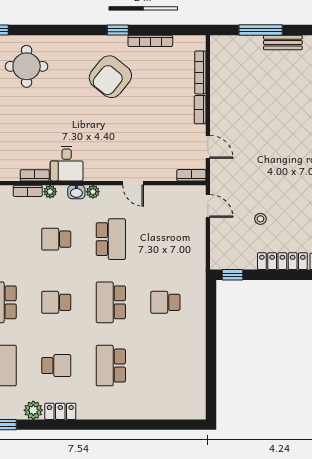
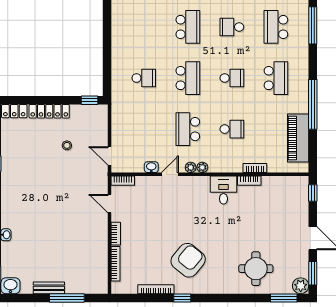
door: (133, 183) -> (170, 174), hinge flipped
plant: (50, 192) -> (191, 167), moved
washbasin: (76, 192) -> (151, 167), moved

